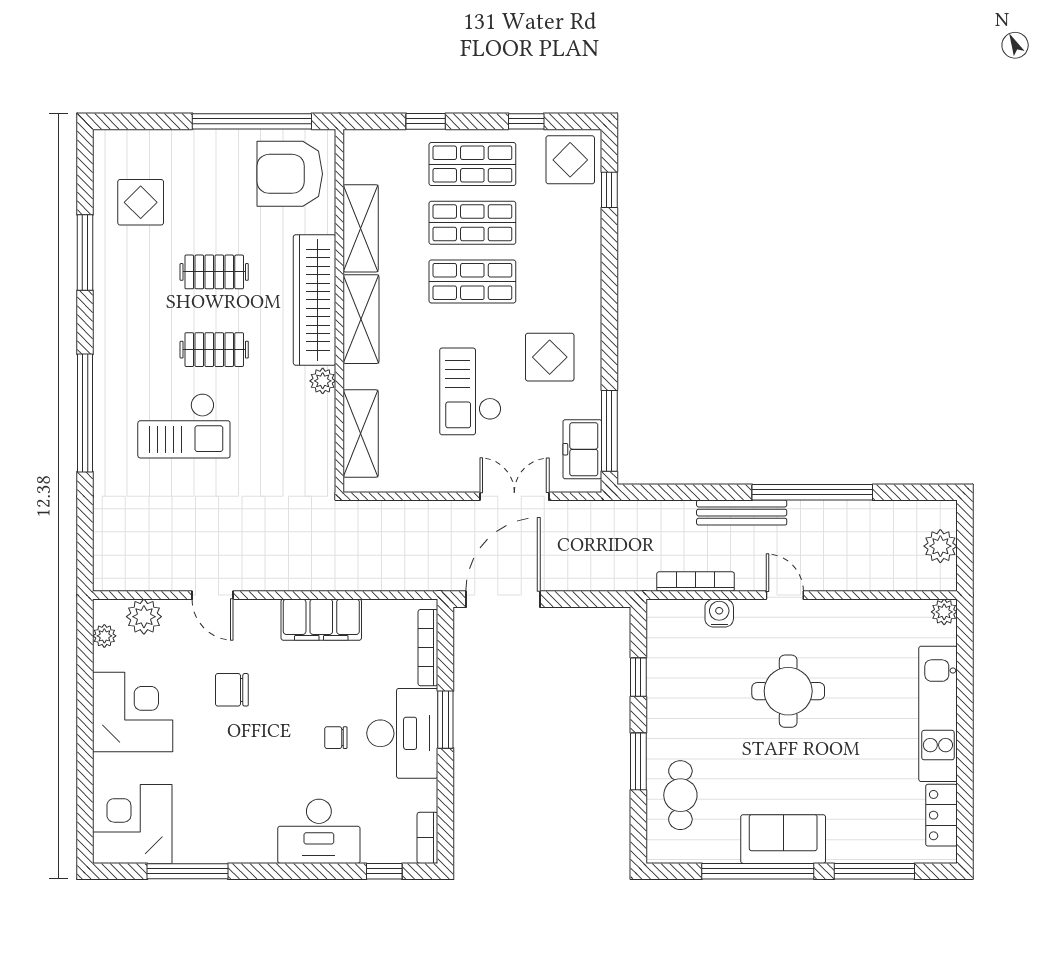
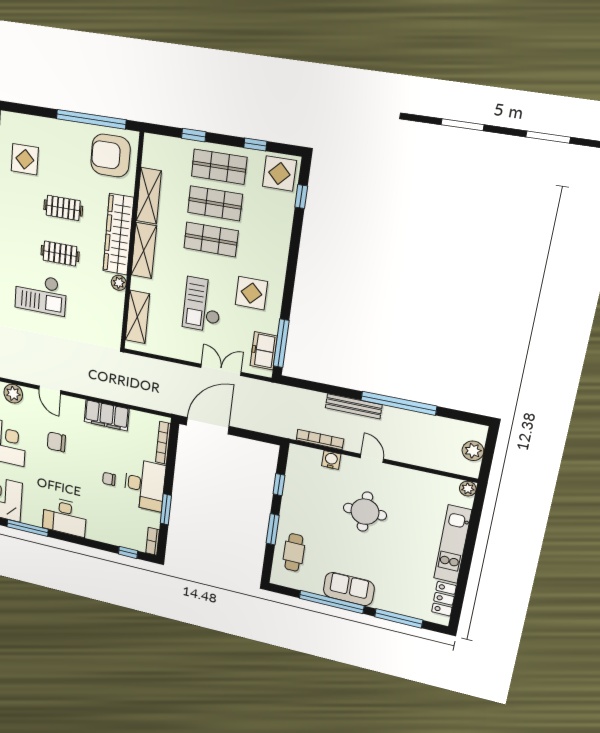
window: (445, 720) -> (166, 509), moved
desk: (319, 831) -> (65, 517), moved

